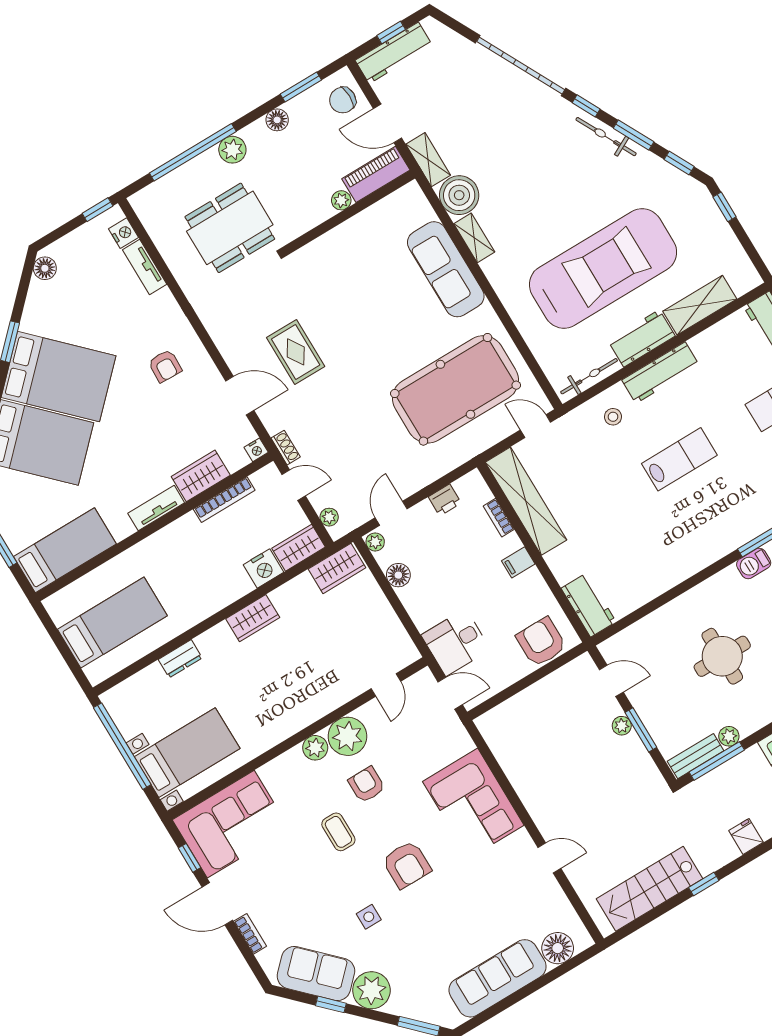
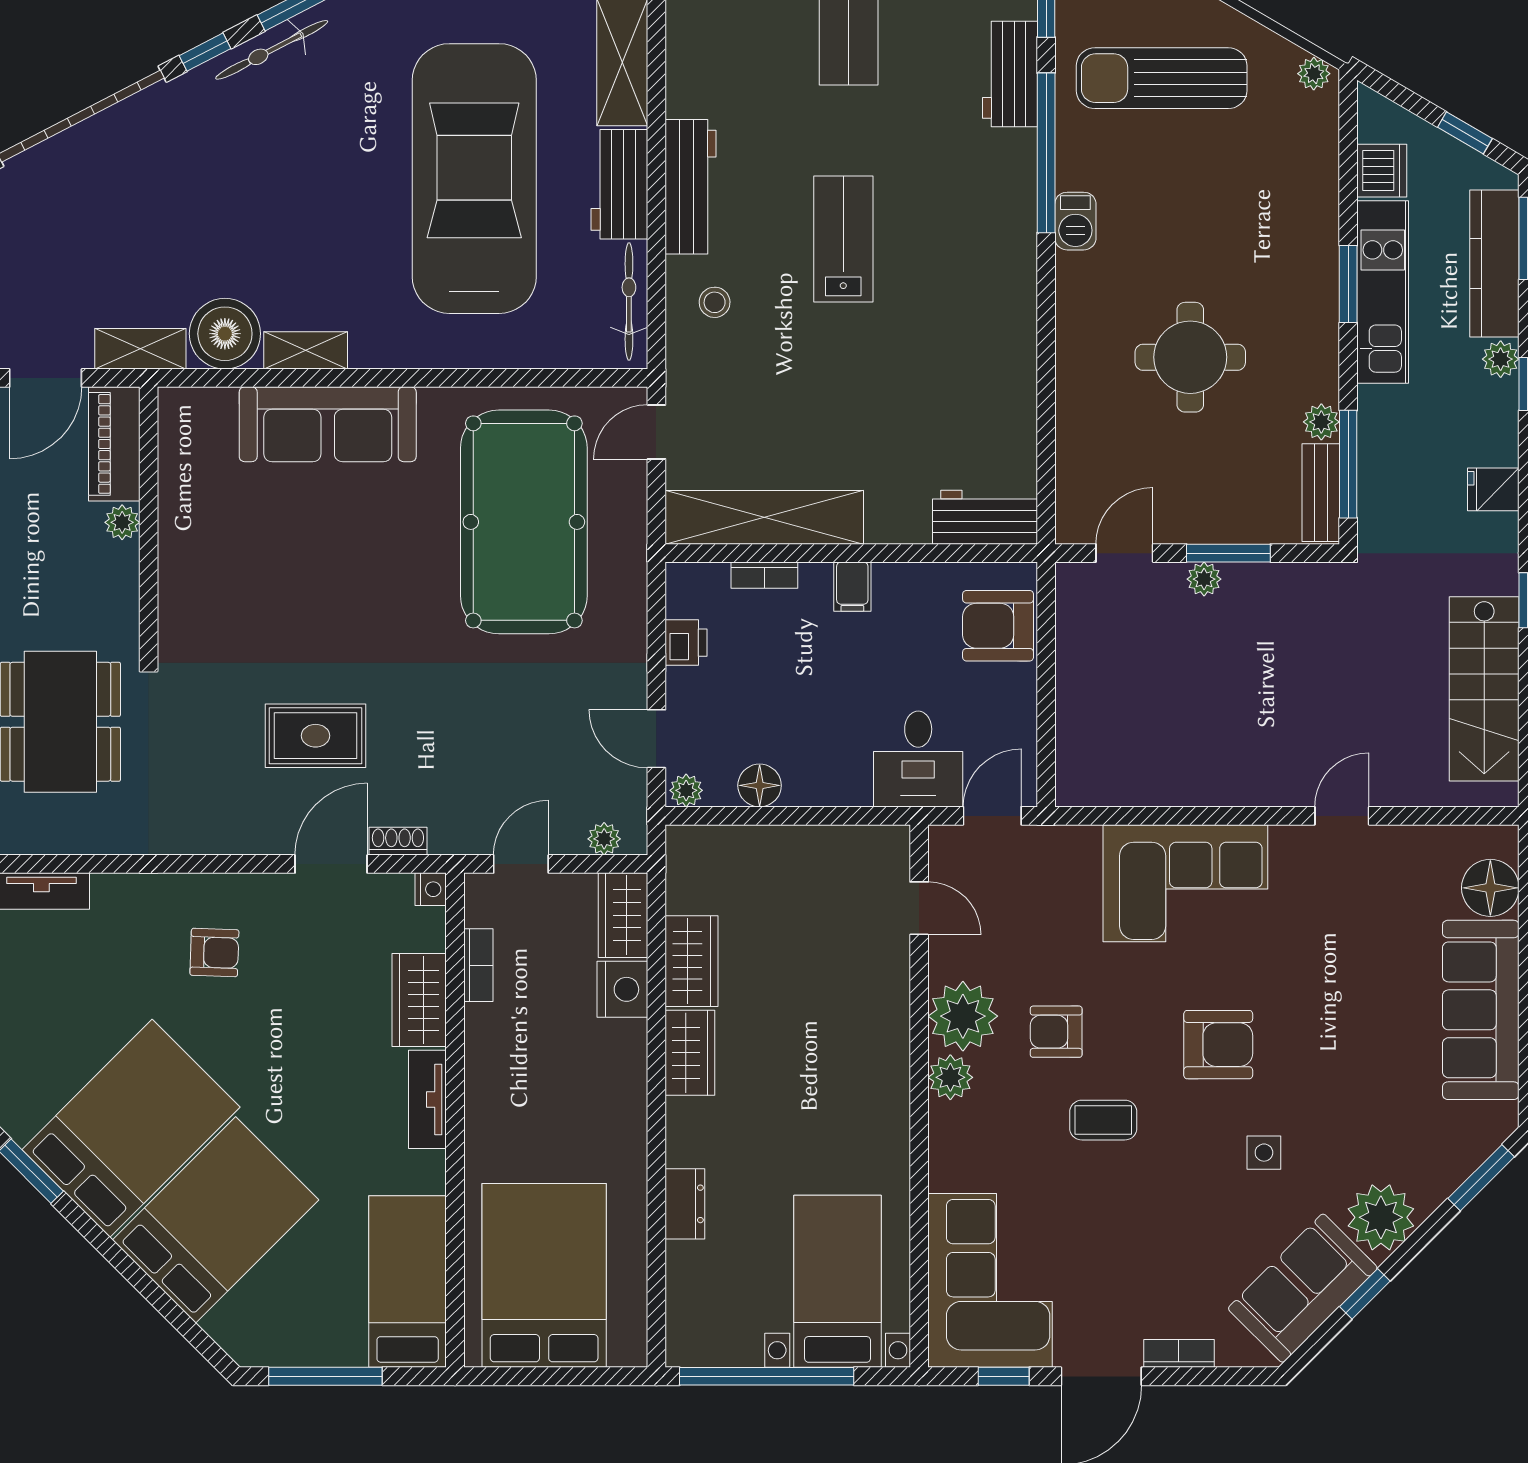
shoe rack: (286, 448) -> (398, 841), moved
bookcase: (224, 500) -> (478, 965), width x0.64
wardrobe: (337, 568) -> (692, 961), moved
bed: (112, 623) -> (544, 1275), width x1.50

